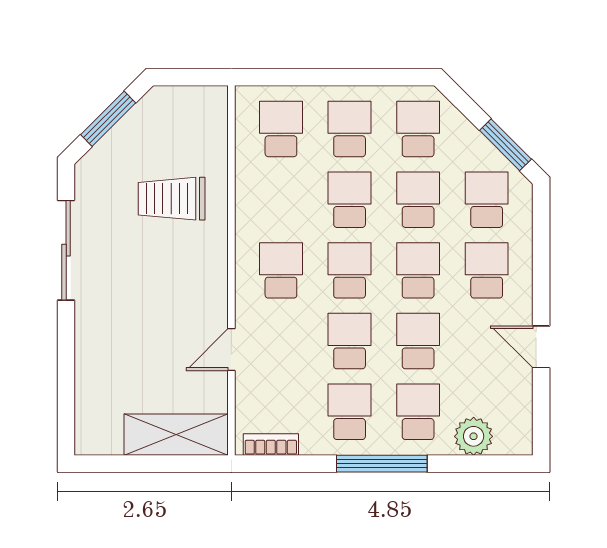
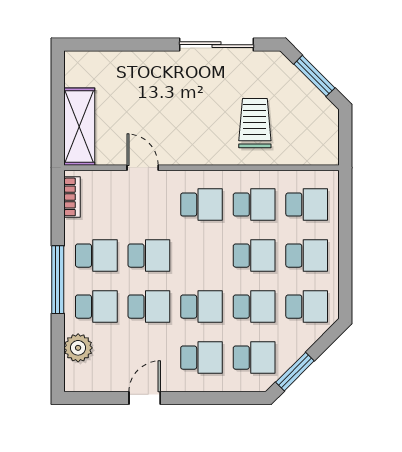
school desk: (350, 270) -> (254, 205), moved

